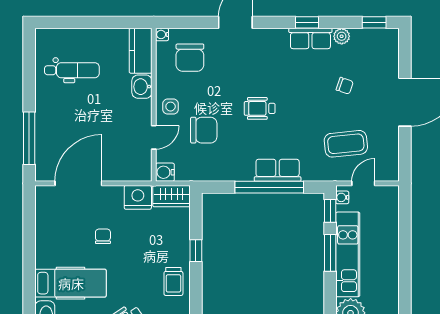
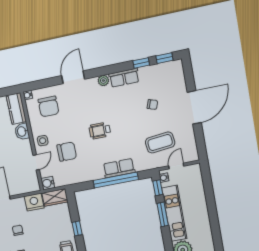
window: (307, 22) -> (141, 63), moved
plant: (342, 36) -> (103, 81), moved

